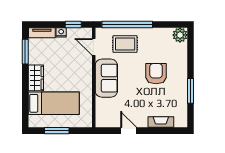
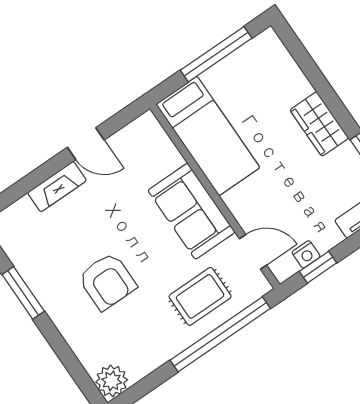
nightstand: (61, 32) -> (306, 254), moved
bed: (54, 103) -> (208, 136), moved, turned -90
fireplace: (161, 122) -> (57, 187), moved
window: (57, 131) -> (216, 54), width x1.44

